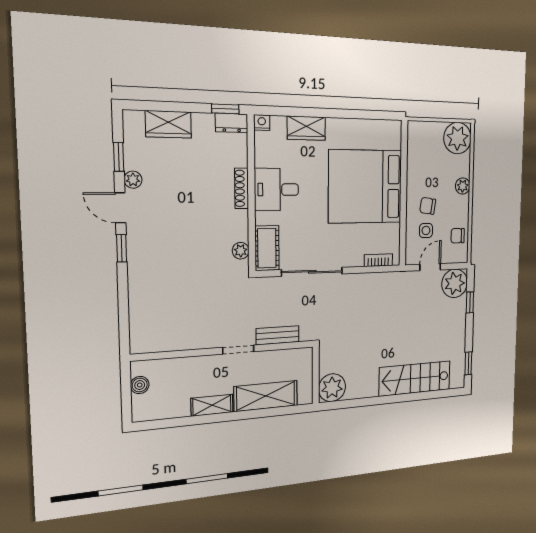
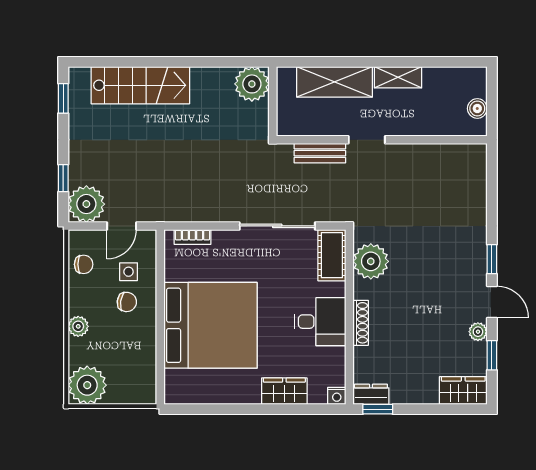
wardrobe: (168, 124) -> (463, 391), moved
plant: (241, 251) -> (371, 261), width x1.88, depth x1.88

